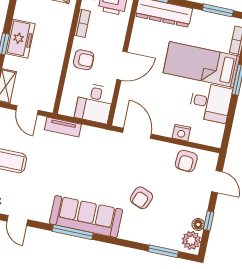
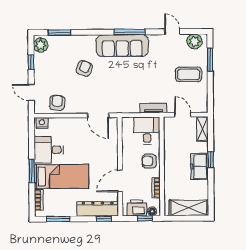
door: (122, 66) -> (120, 181), moved
desk: (94, 103) -> (147, 131), moved
nightstand: (181, 133) -> (42, 123), moved
floor lamp: (198, 224) -> (38, 58), removed

